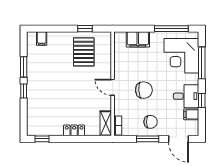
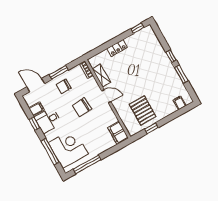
filing cabinet: (138, 39) -> (118, 133), moved, turned -90
shelving: (106, 123) -> (101, 76), moved

